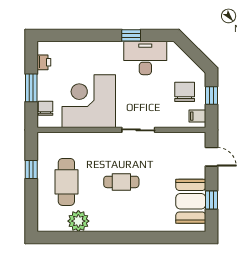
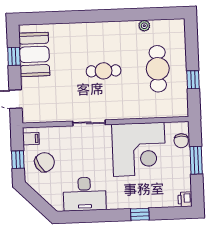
window: (131, 35) -> (140, 214), moved
printer: (44, 62) -> (185, 199), moved
chair: (185, 92) -> (45, 162), turned -120
plant: (78, 221) -> (144, 26), width x0.53, depth x0.53

